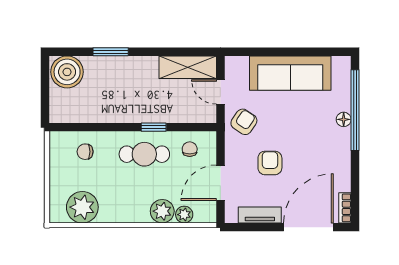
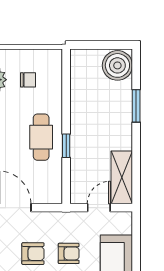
armchair: (244, 122) -> (69, 253), moved, turned -34
chair: (190, 149) -> (46, 179), removed
chair: (85, 152) -> (28, 80), moved, turned 90

